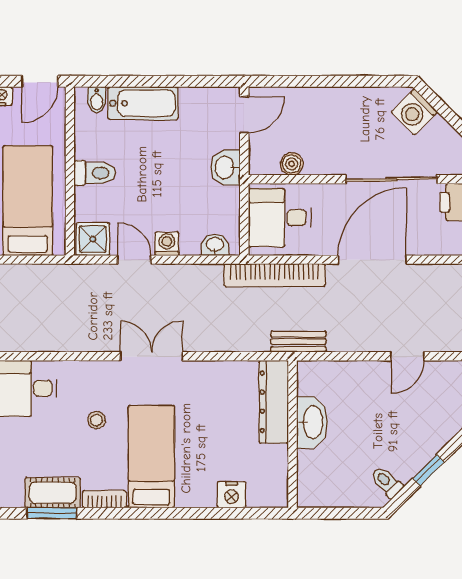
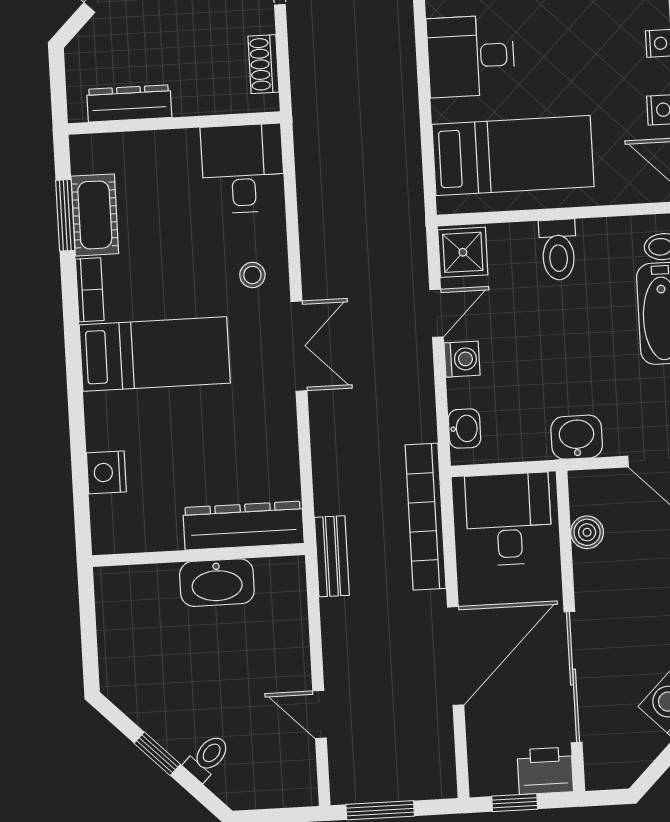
door: (372, 260) -> (456, 656), hinge flipped
stool: (96, 420) -> (252, 275), moved
toilet: (387, 482) -> (207, 758), moved

